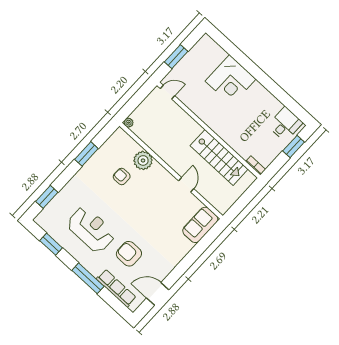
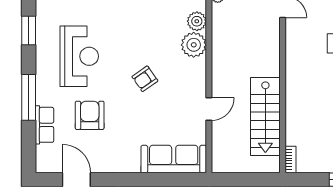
plant: (132, 147) -> (197, 21), added
armchair: (122, 176) -> (145, 79), moved, turned -125
sofa: (200, 225) -> (174, 159), width x1.36
row of seats: (116, 288) -> (45, 125), width x0.68

